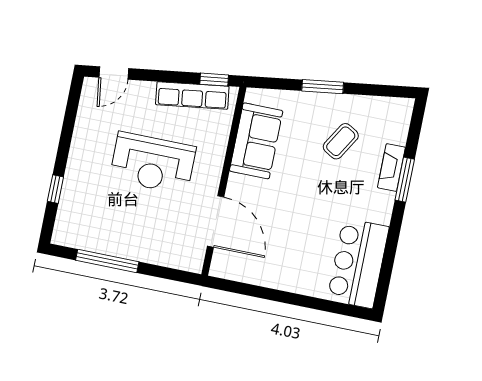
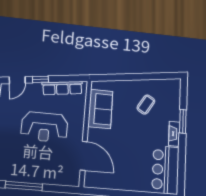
window: (214, 80) -> (40, 79), moved
window: (323, 87) -> (132, 77), removed
fireplace: (391, 167) -> (174, 134), moved

